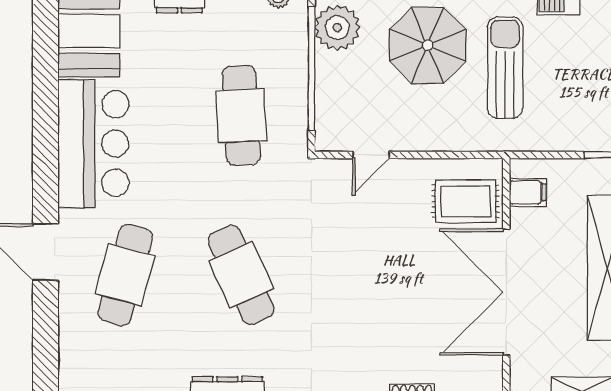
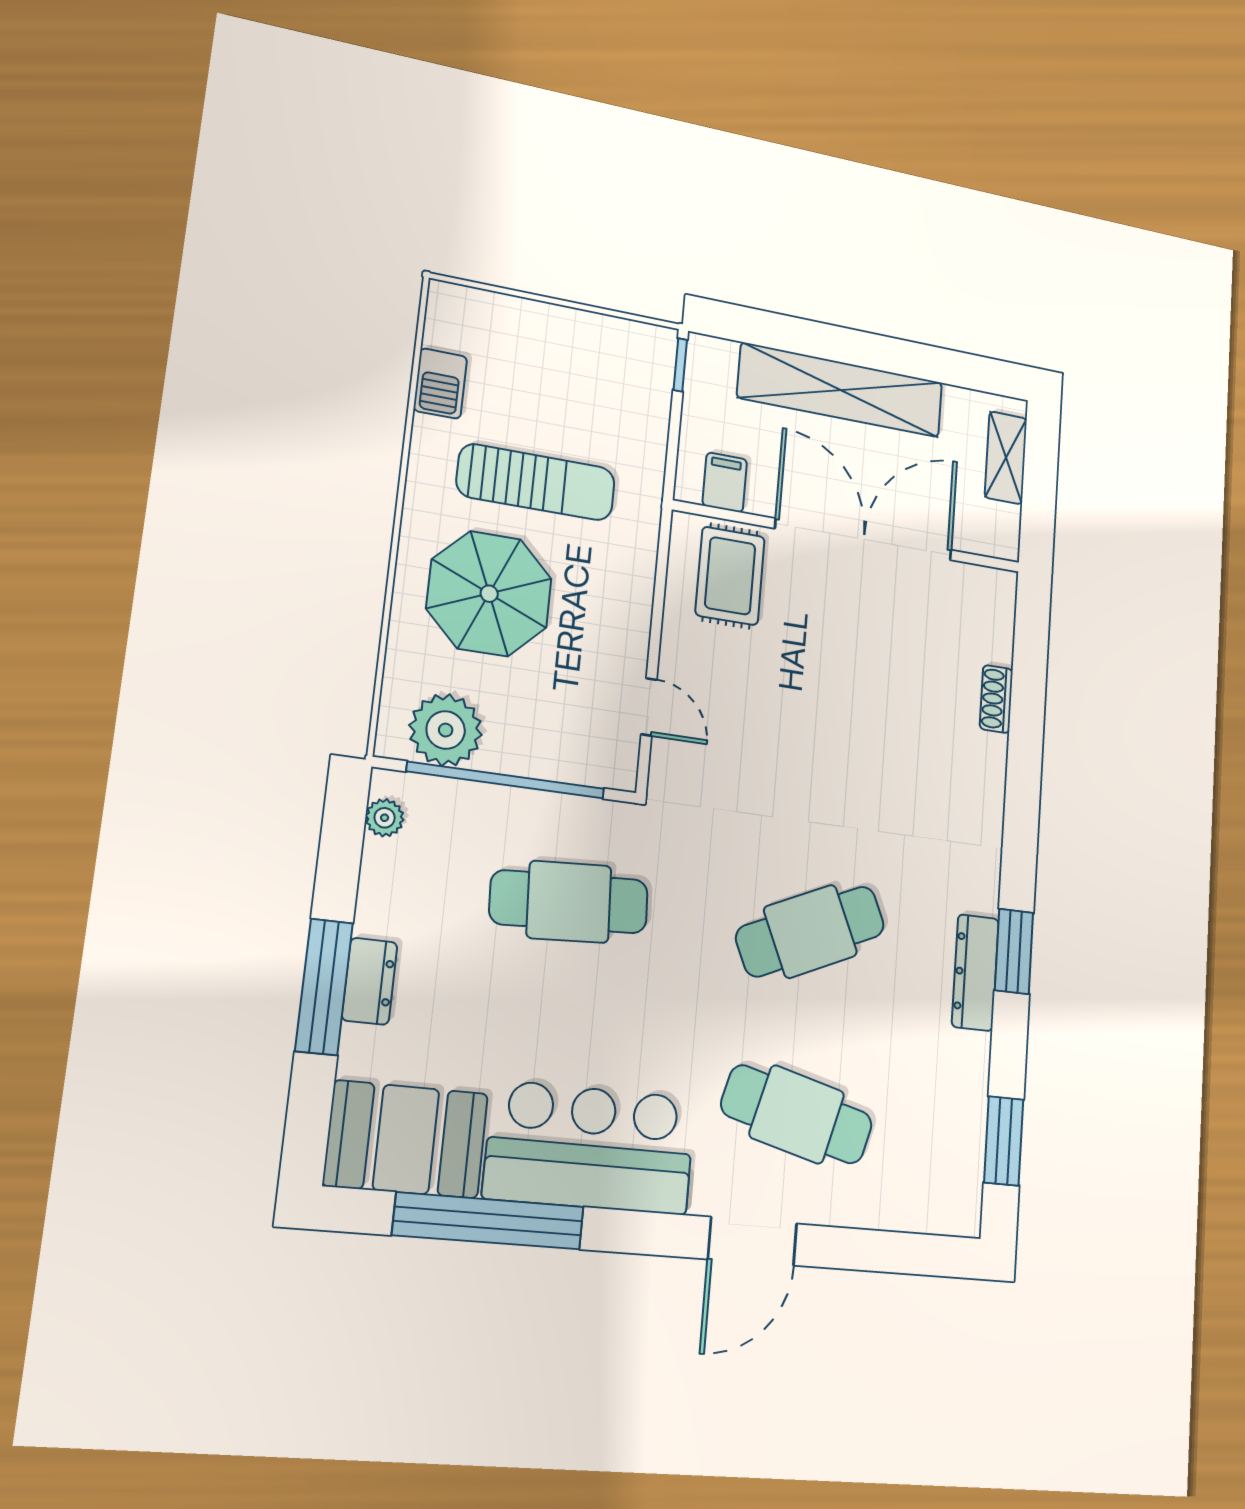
sun lounger: (505, 68) -> (536, 482), turned 180
window: (46, 86) -> (489, 1221), added
double door: (506, 292) -> (864, 539), swing flipped

